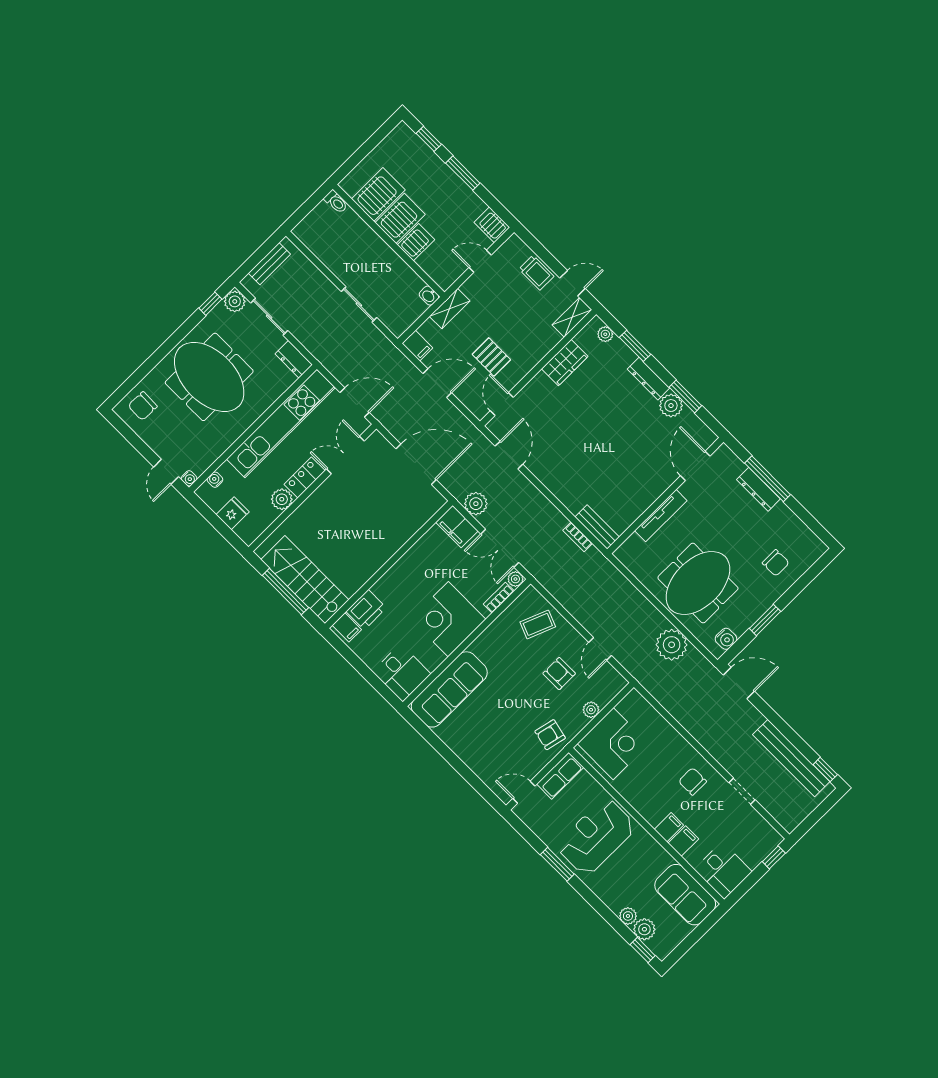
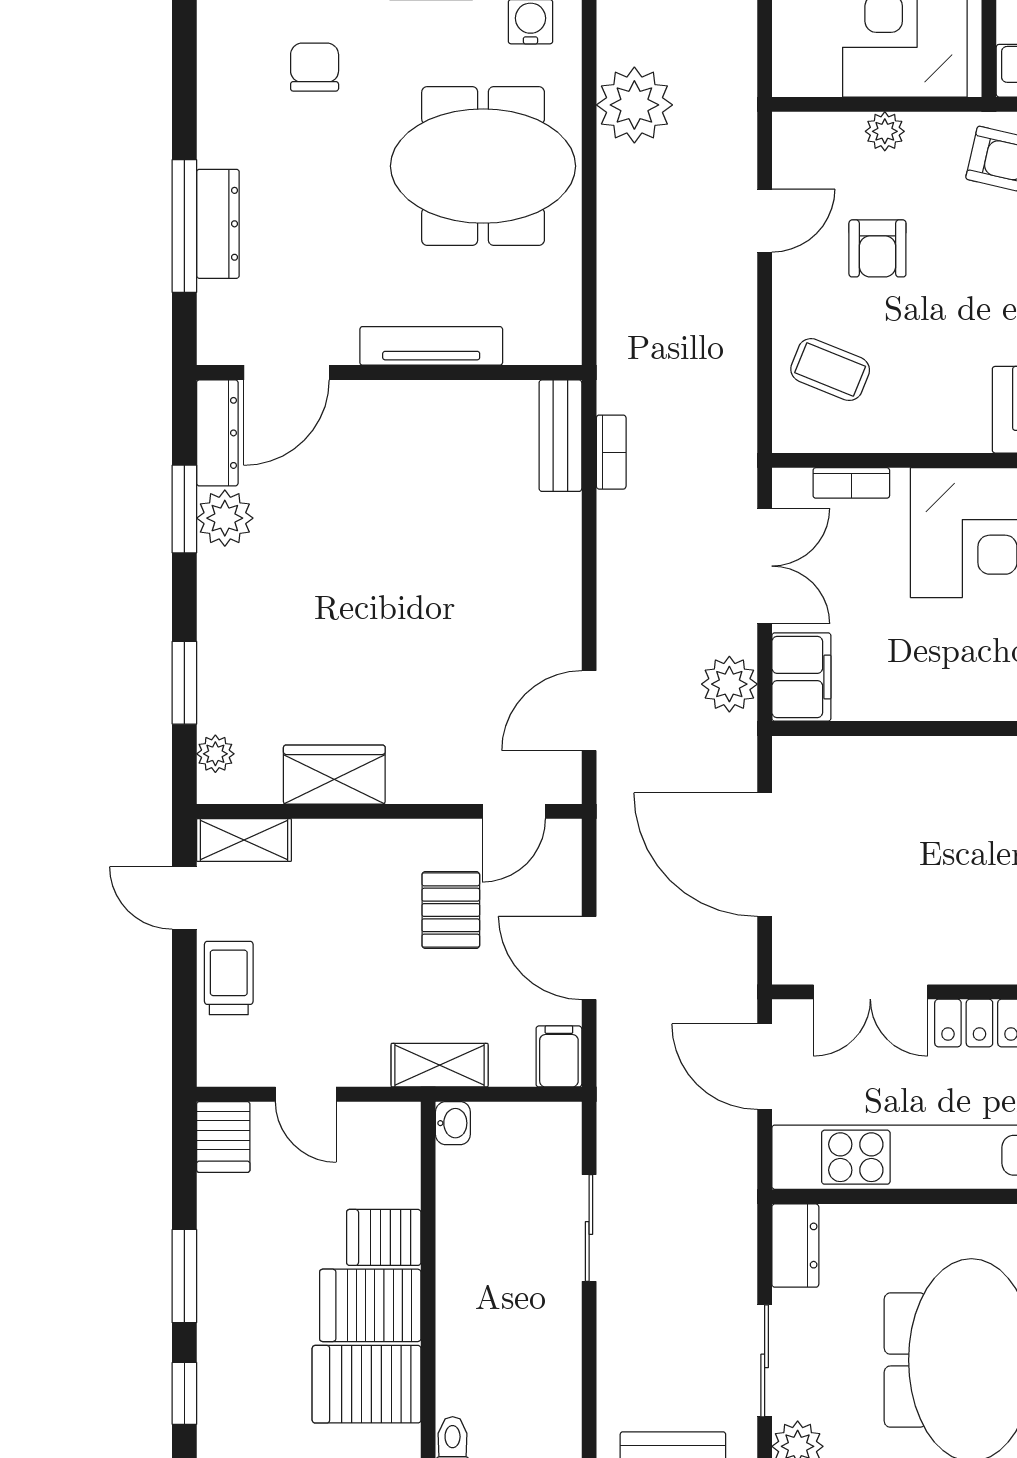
dresser: (648, 379) -> (217, 433), moved
plant: (515, 579) -> (791, 486), removed

